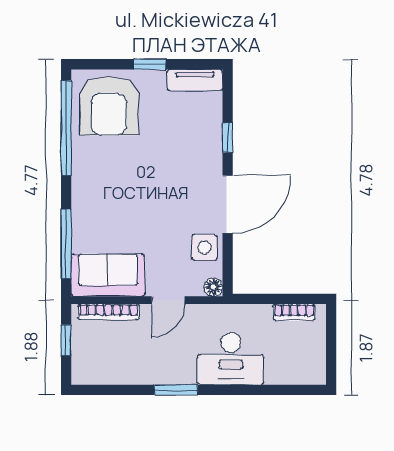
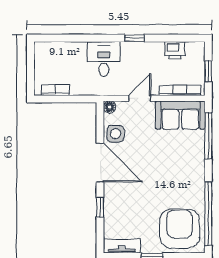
door: (228, 204) -> (100, 163), swing flipped
desk: (231, 359) -> (104, 59), width x0.73
printer: (116, 371) -> (175, 50), added
window: (176, 390) -> (135, 38), width x0.67

